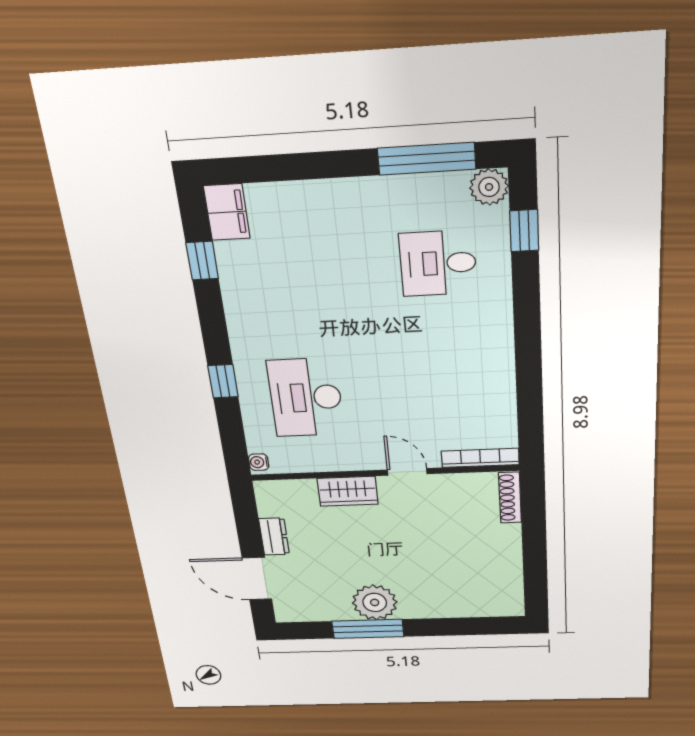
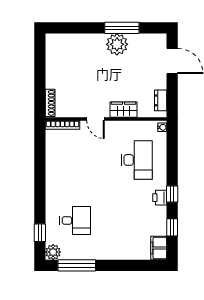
printer: (242, 323) -> (160, 198), added
window: (223, 381) -> (172, 194), moved
dresser: (274, 536) -> (161, 100), moved

